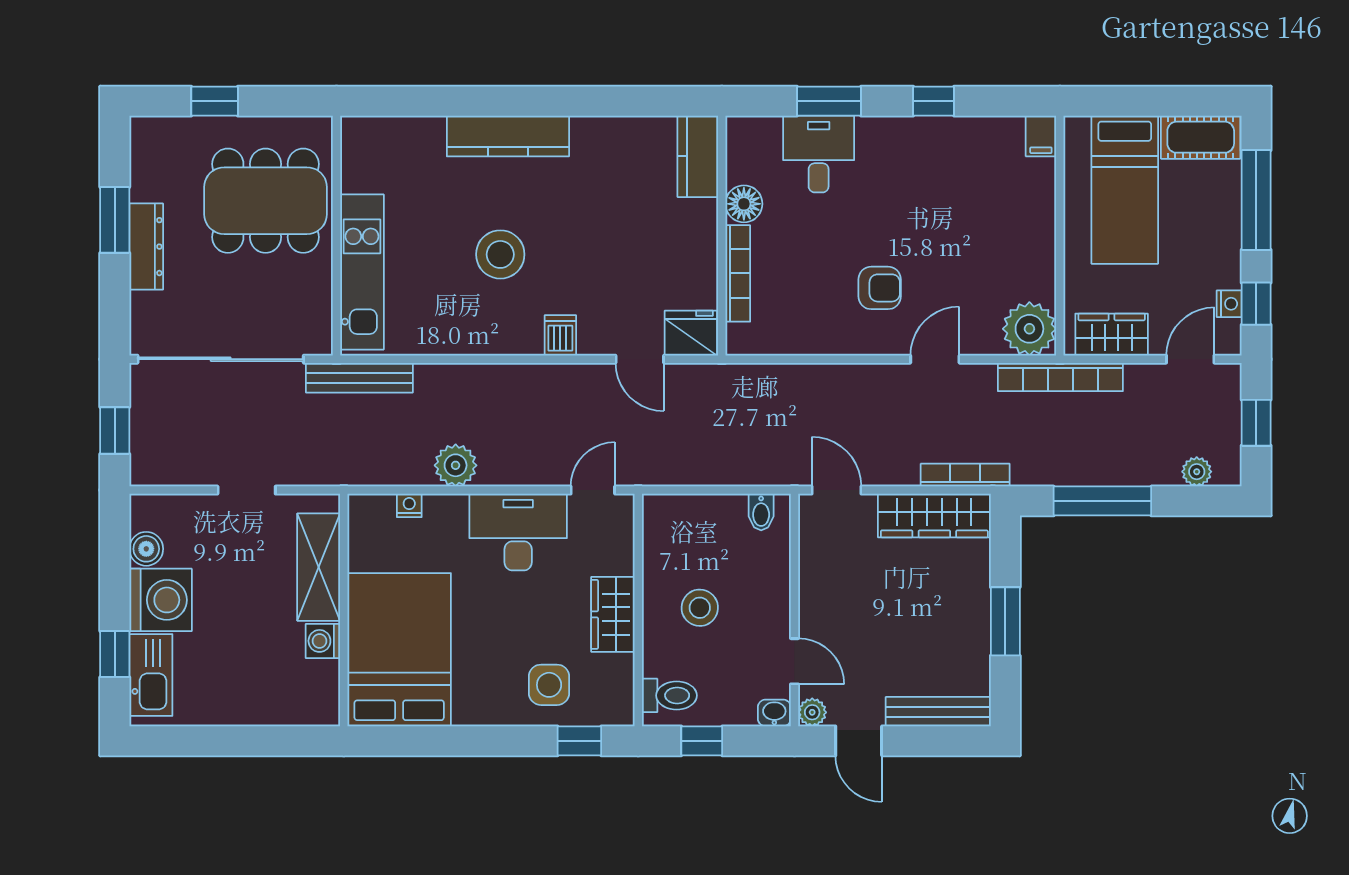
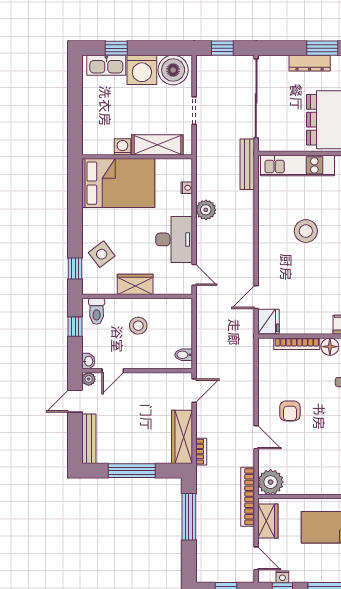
dishwasher: (560, 335) -> (267, 260), removed
plant: (1197, 472) -> (203, 561), removed
bookcase: (965, 475) -> (201, 452), width x0.64
boiler: (146, 549) -> (173, 70), width x1.86, depth x1.86
window: (1005, 621) -> (132, 471), width x1.44
side table: (549, 685) -> (102, 254), turned -37

